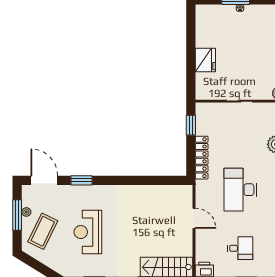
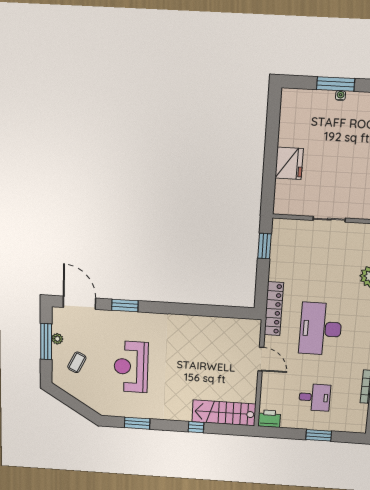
locker: (202, 158) -> (274, 309), moved
coffee table: (43, 231) -> (77, 362), width x0.54, depth x0.58

